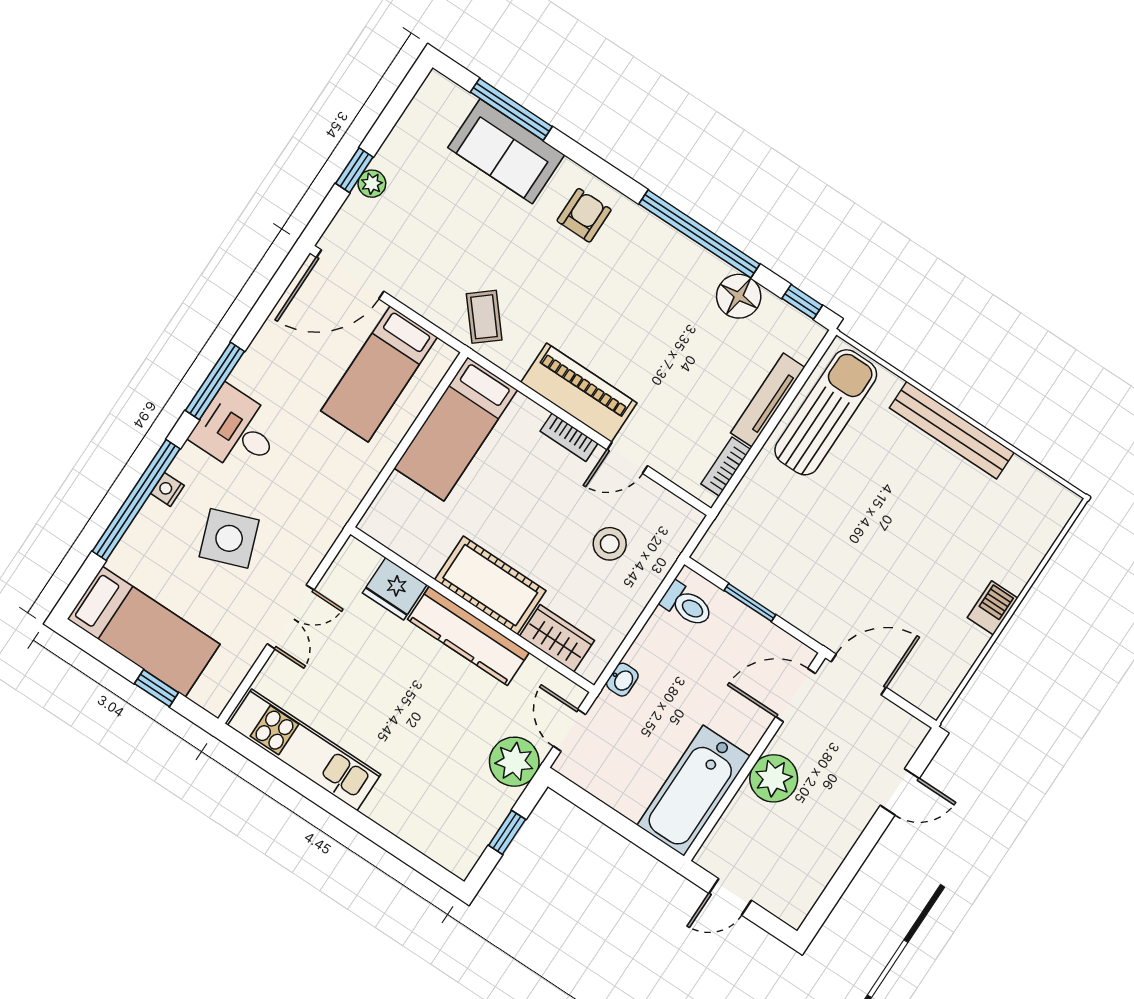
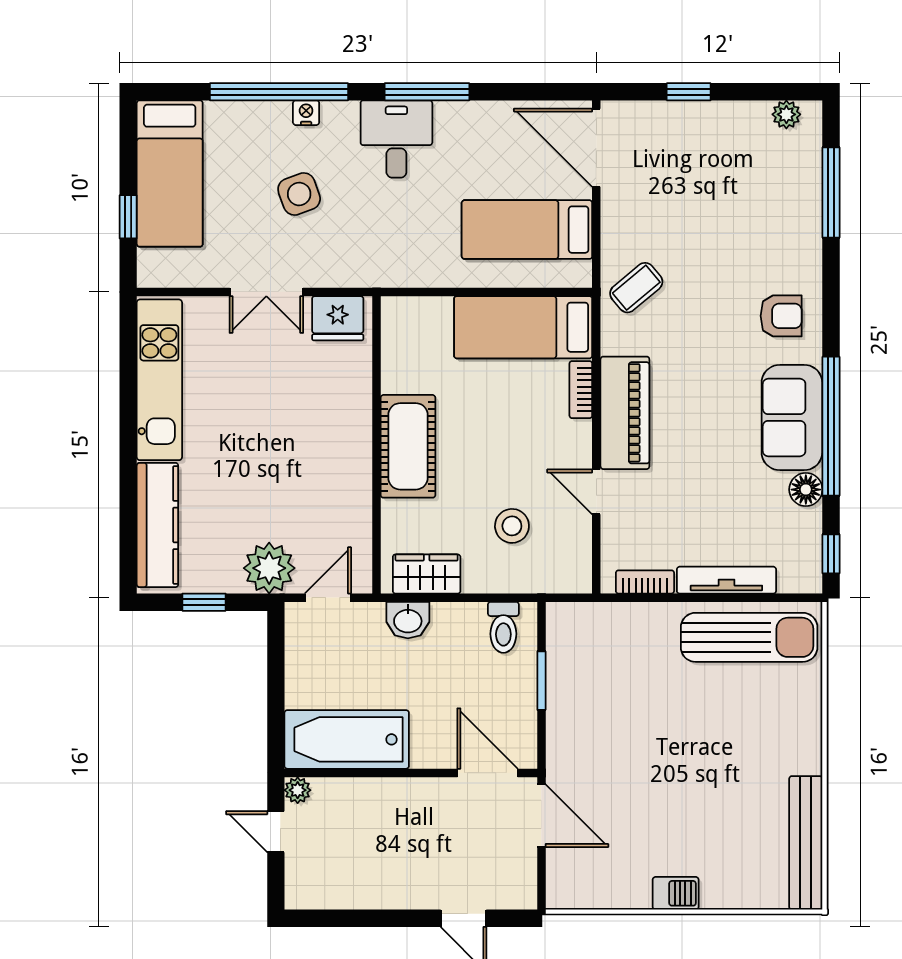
sofa: (506, 151) -> (792, 418), moved
plant: (372, 184) -> (786, 114), moved
floor lamp: (739, 296) -> (806, 490), width x0.73, depth x0.73
bench: (952, 430) -> (806, 843), moved
bookcase: (569, 437) -> (581, 390), moved
side table: (229, 538) -> (299, 194), width x0.73, depth x0.73
fridge: (395, 589) -> (338, 318), moved, turned -90
kitchen counter: (468, 636) -> (157, 525), moved, turned 180
wardrobe: (557, 638) -> (427, 574), moved, turned -90
washbasin: (622, 680) -> (408, 620), width x1.38, depth x1.45
plant: (774, 778) -> (298, 790), moved, width x0.53, depth x0.53

